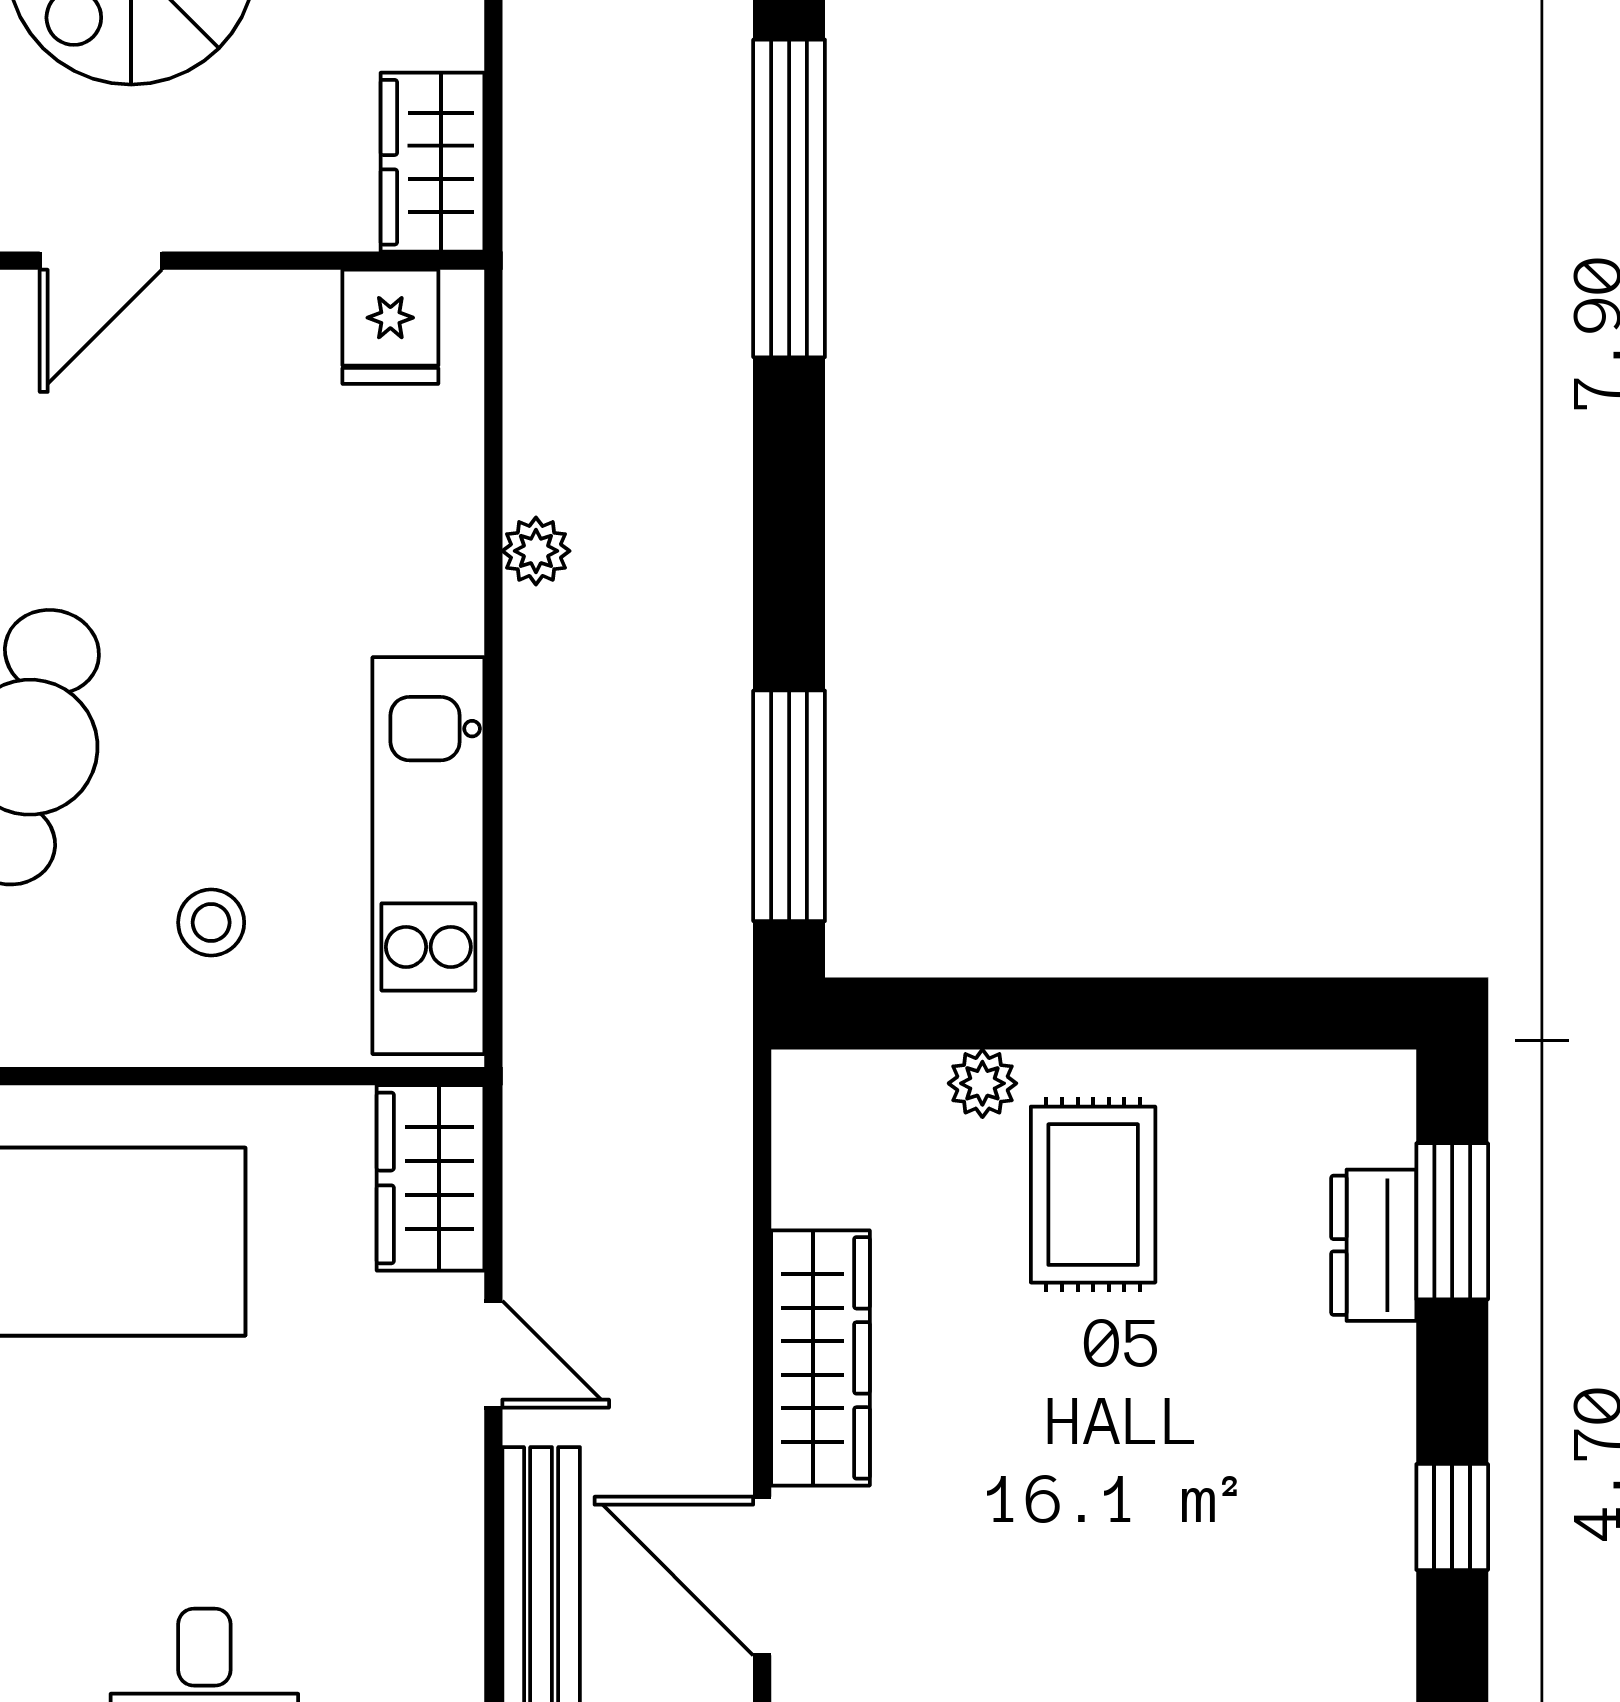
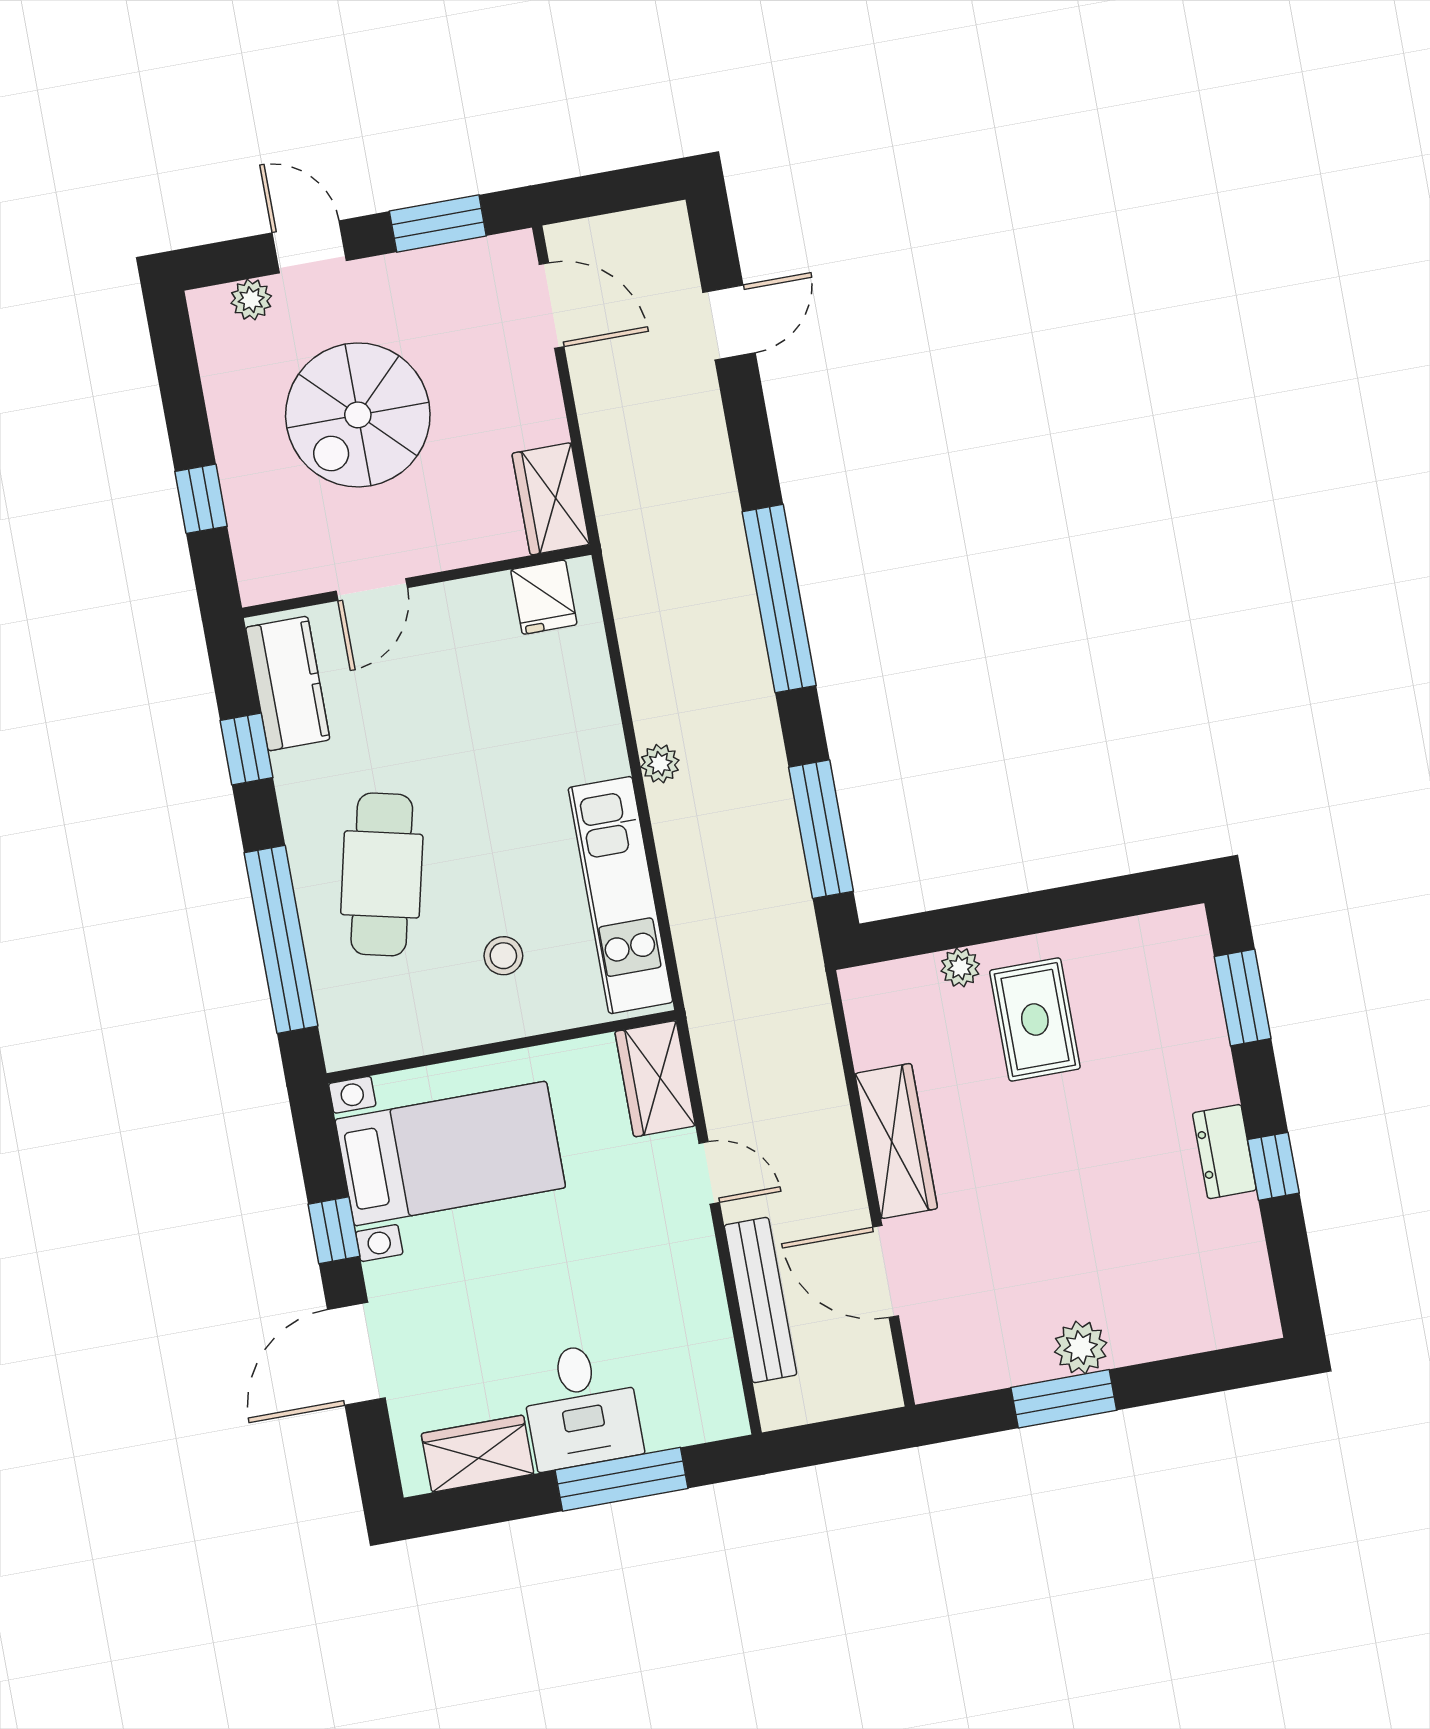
window: (789, 198) -> (779, 599), moved
plant: (536, 551) -> (660, 764), moved
dresser: (1374, 1245) -> (1224, 1152), moved

